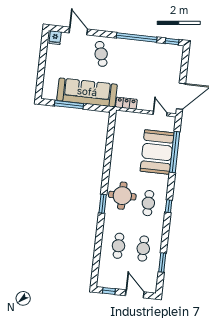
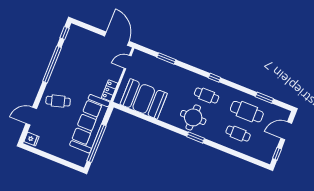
window: (69, 105) -> (97, 143), width x1.46
booth: (157, 152) -> (144, 99), moved
window: (175, 152) -> (166, 58), width x0.47
cafe table: (143, 249) -> (247, 112), width x1.37, depth x1.35

